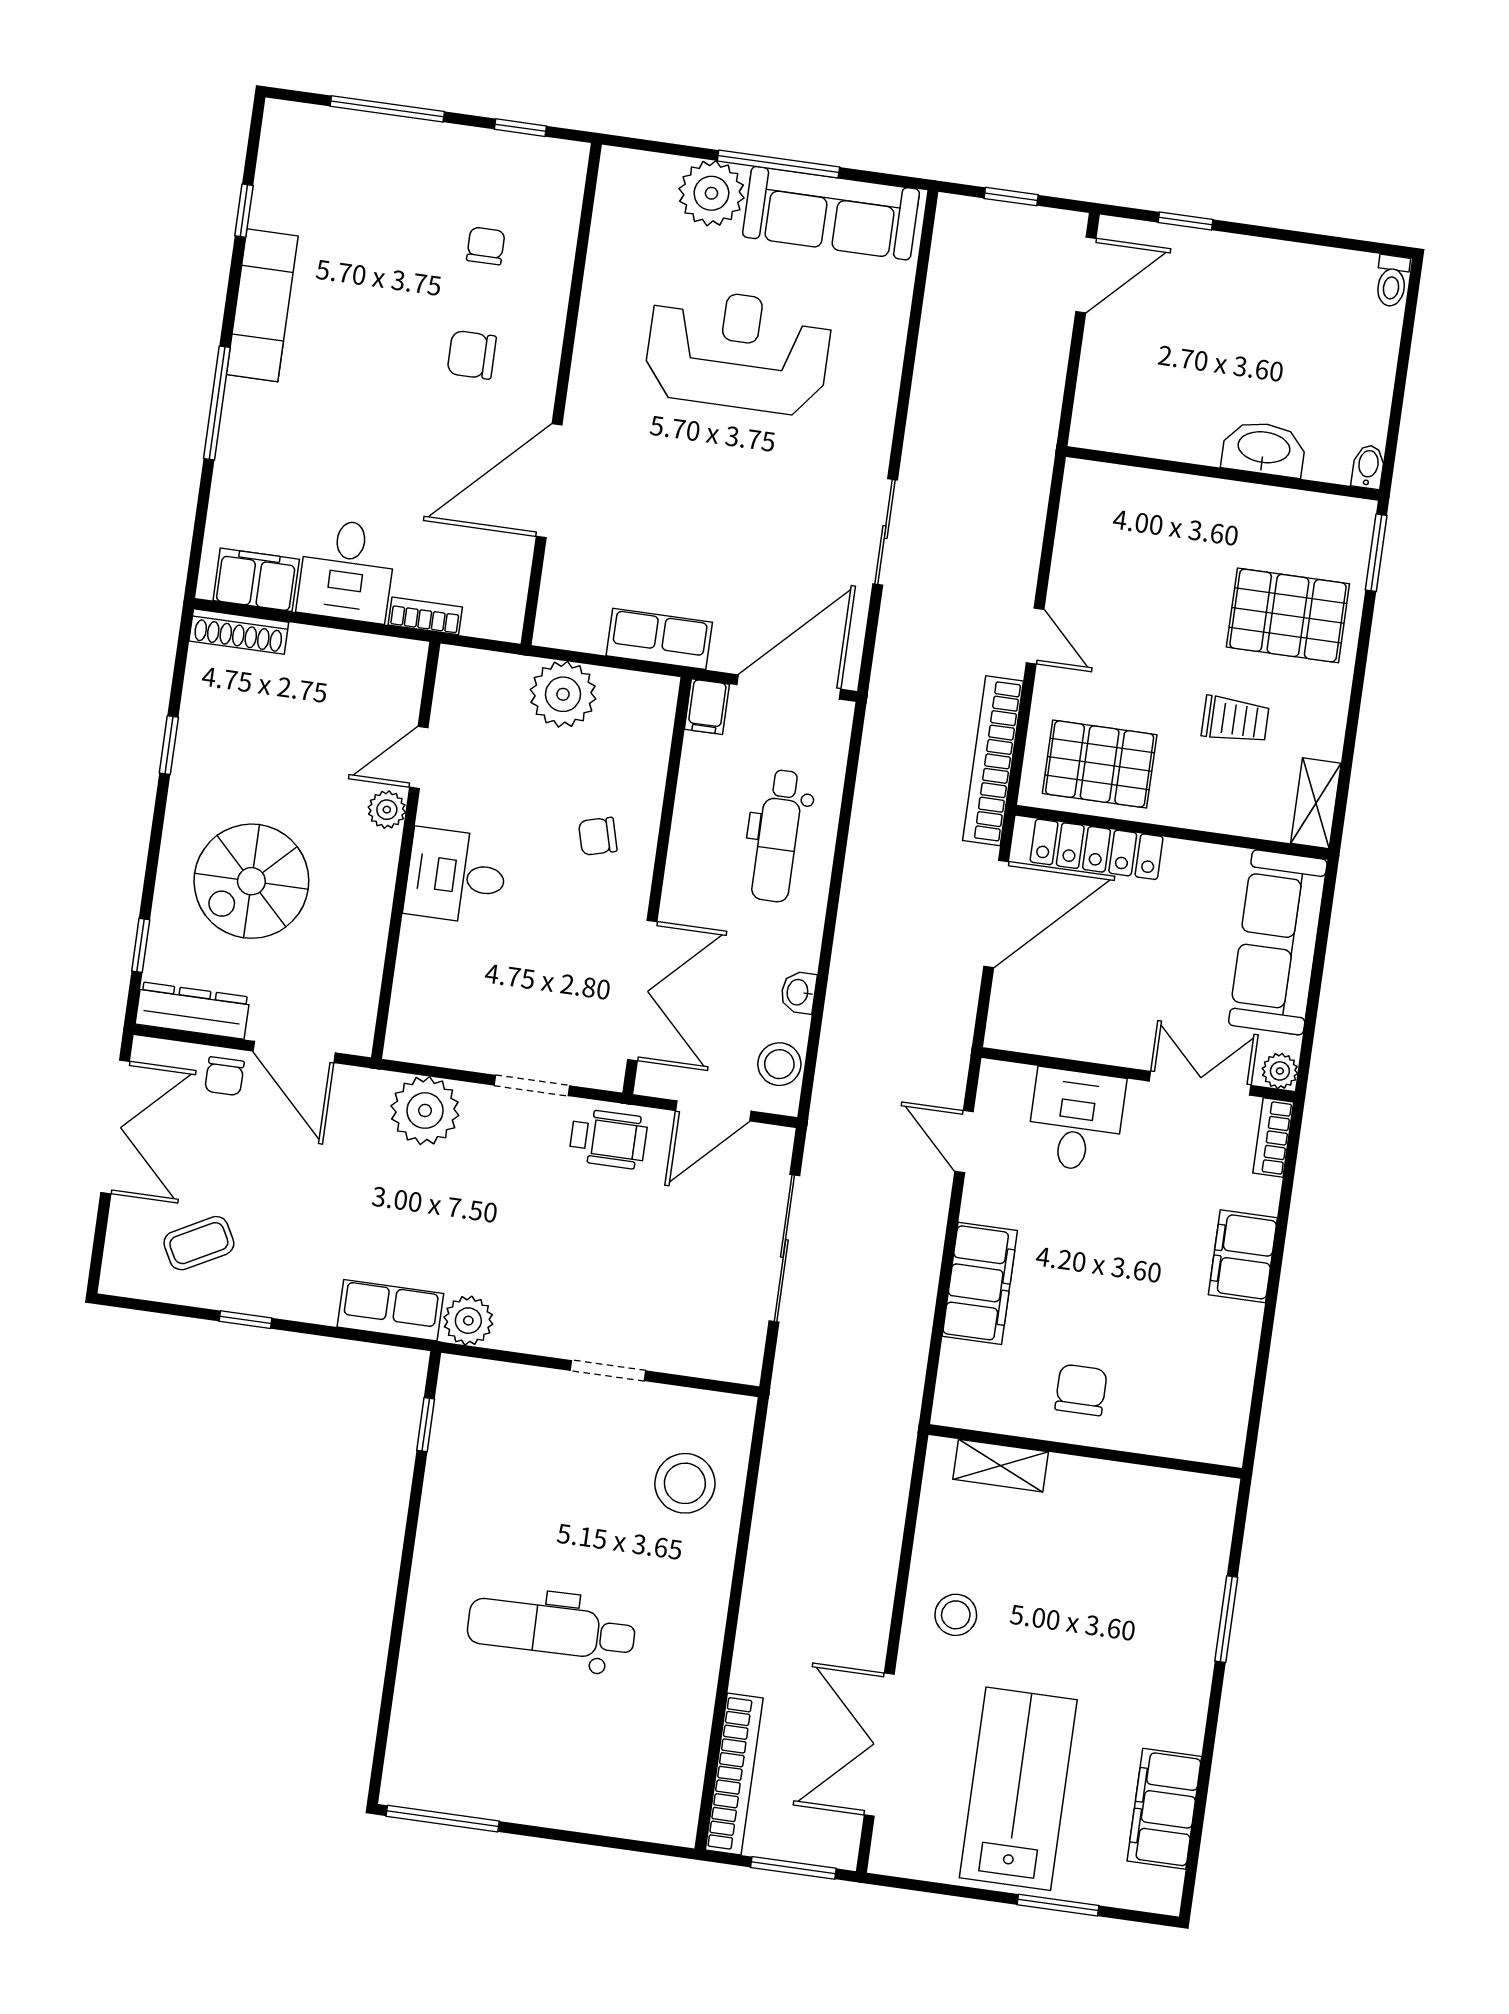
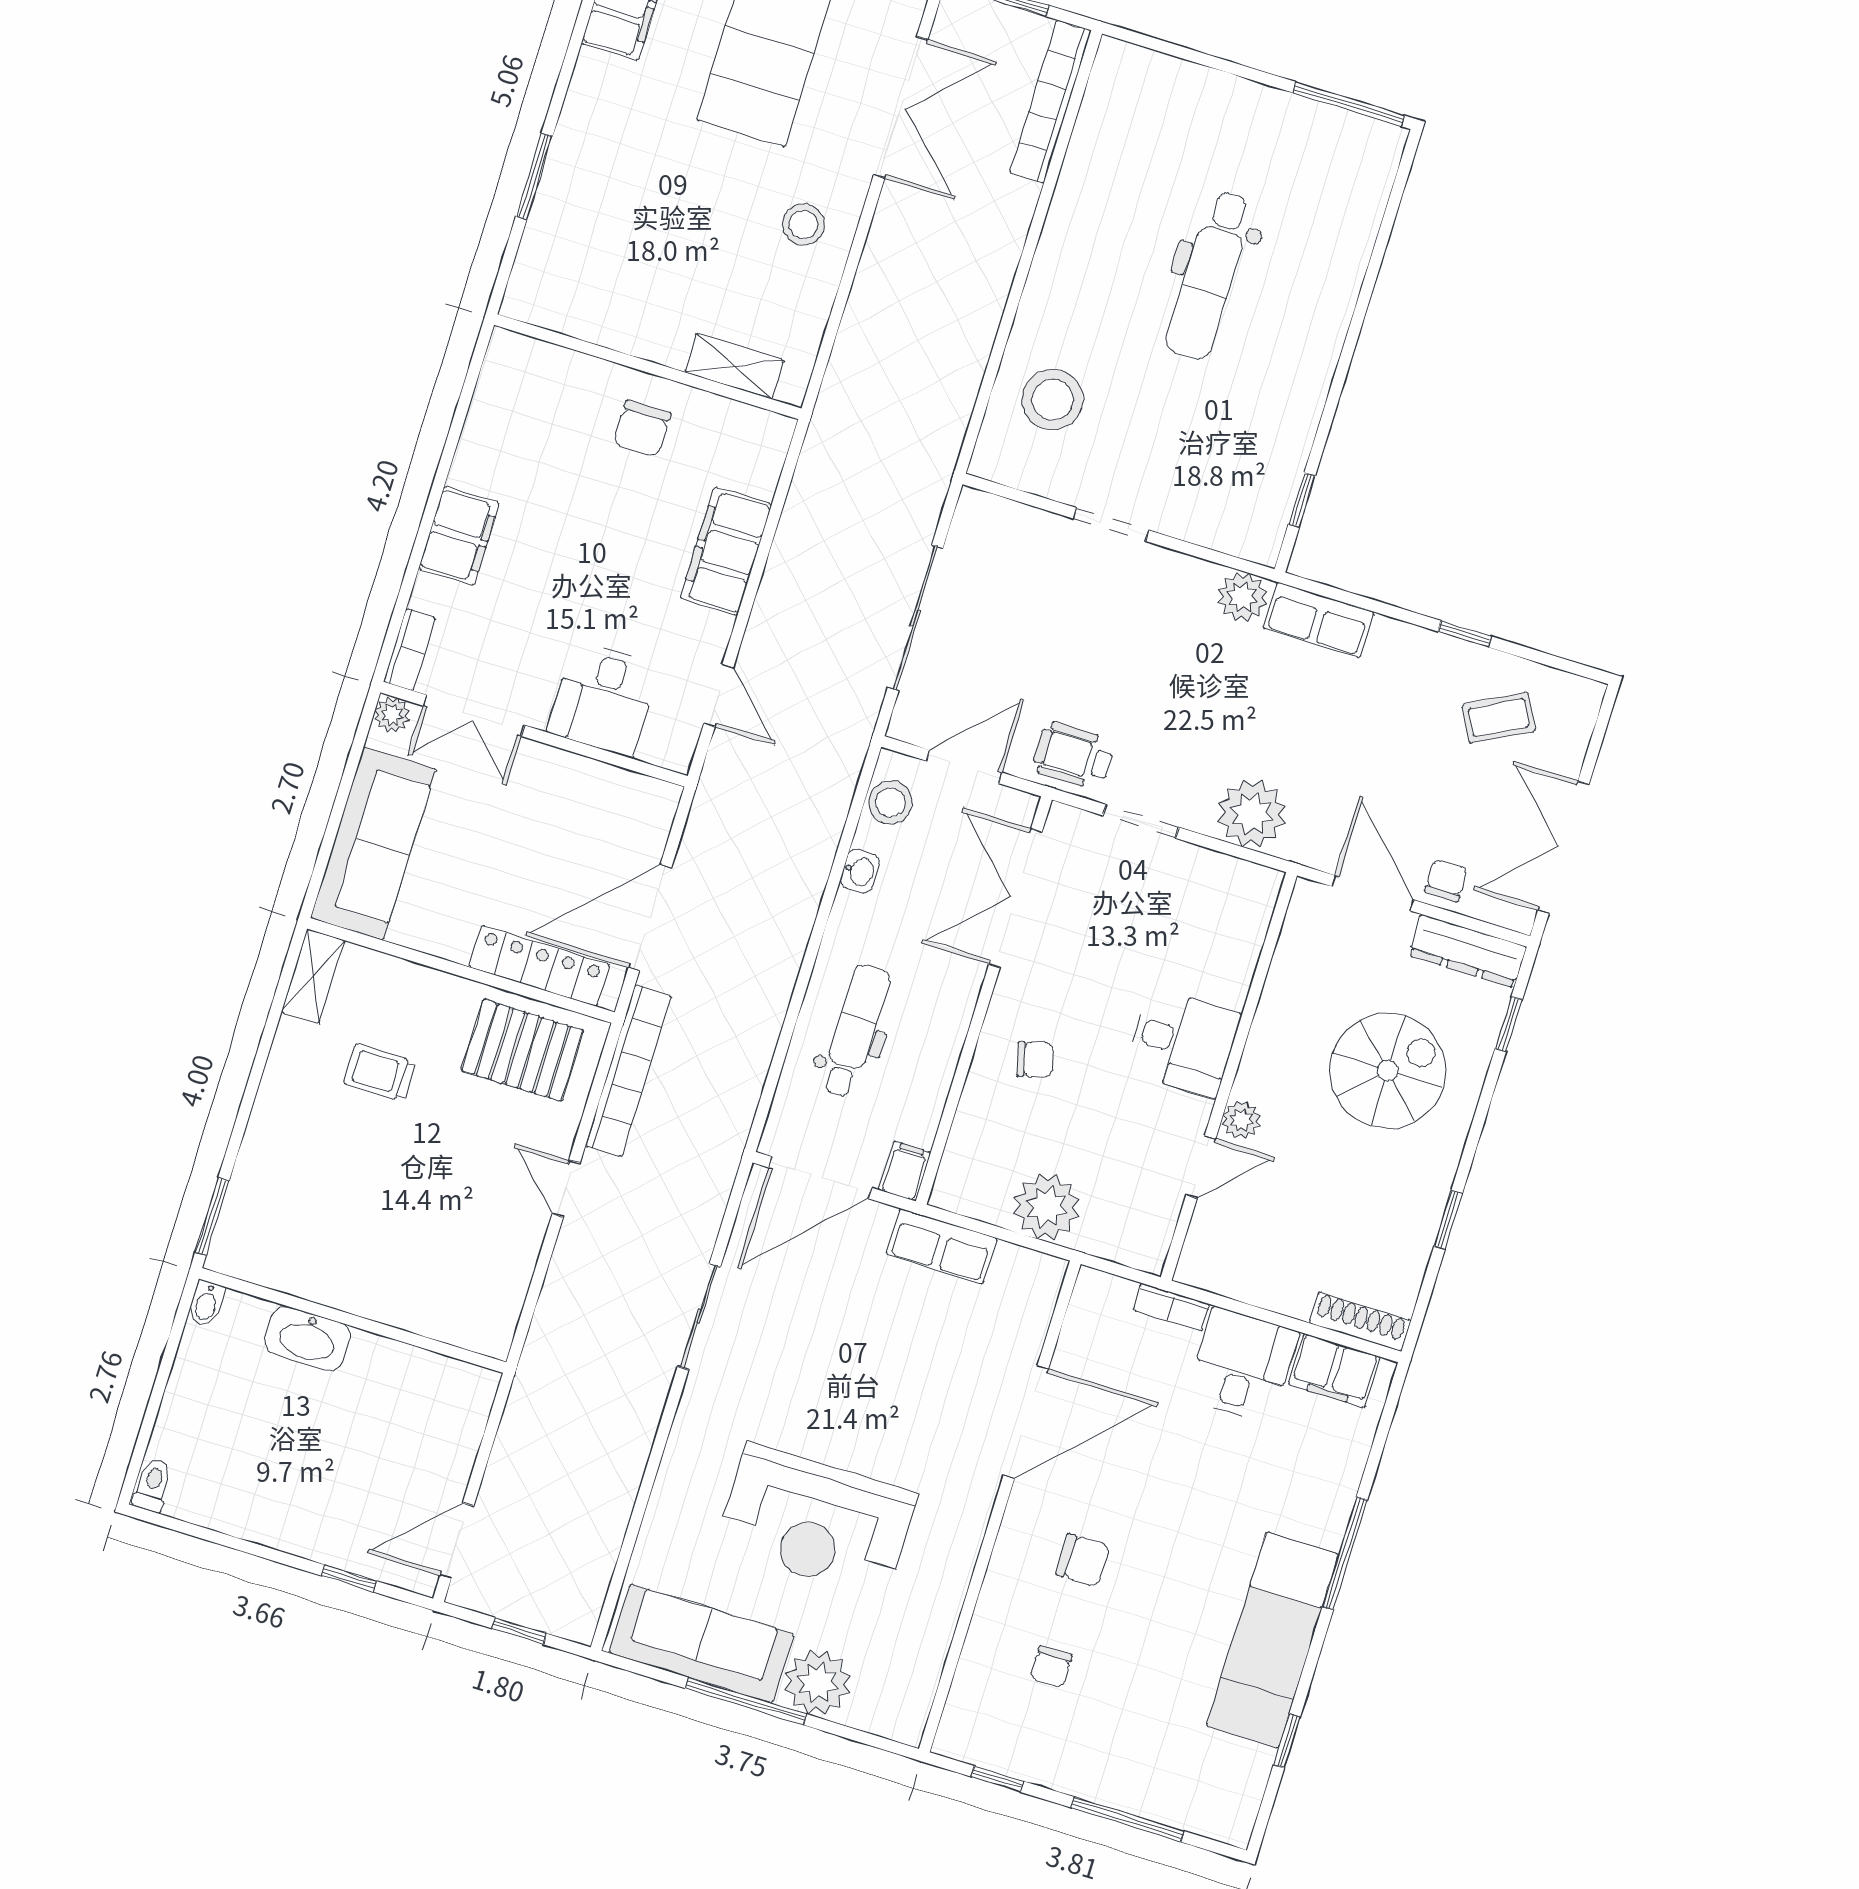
exam couch: (262, 305) -> (1273, 1640), width x1.36, depth x1.45
pallet: (1288, 615) -> (310, 1168), removed
dental chair: (551, 1630) -> (1210, 275), turned 91

